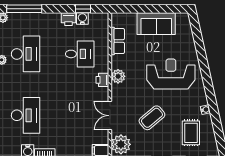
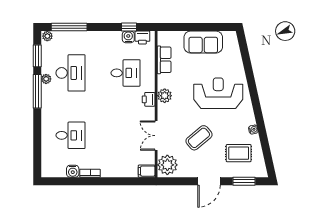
printer: (68, 19) -> (142, 38), moved
desk: (26, 115) -> (71, 135), width x0.73
rug: (191, 133) -> (239, 153), turned 90

